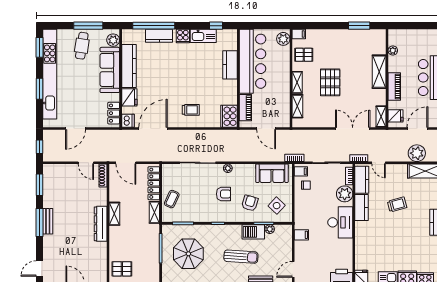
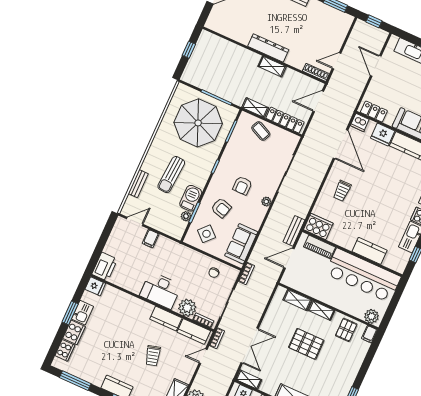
bench: (242, 135) -> (294, 231), added
filing cabinet: (301, 171) -> (230, 274), removed
filing cabinet: (301, 235) -> (151, 239), moved
parasol: (188, 254) -> (198, 123), width x1.36, depth x1.36
pallet: (122, 269) -> (213, 49), removed
door: (293, 269) -> (135, 222), hinge flipped

